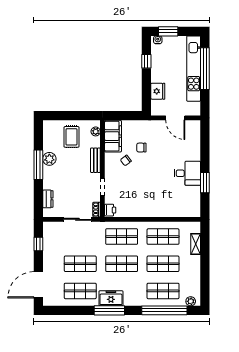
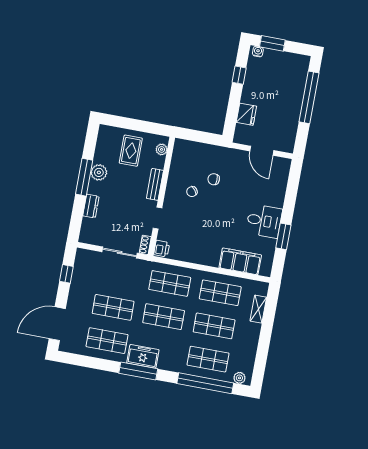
kitchen unit: (194, 69) -> (295, 95), removed
filing cabinet: (113, 136) -> (240, 261), moved, turned -90
dresser: (48, 199) -> (91, 206), moved

